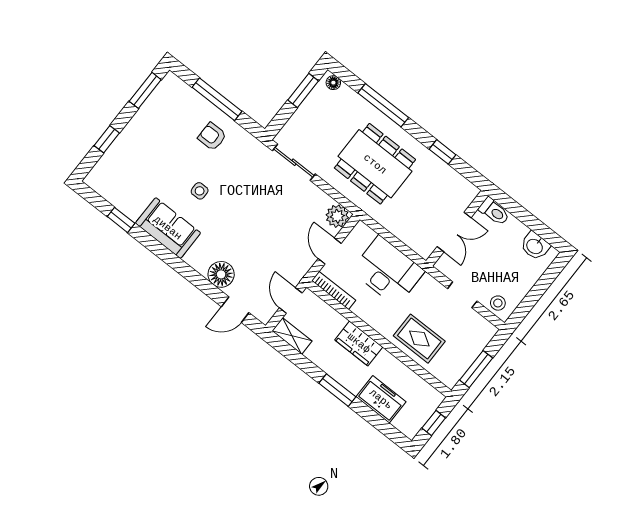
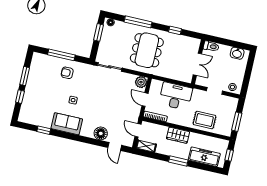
window: (145, 90) -> (25, 76), moved
dining table: (375, 164) -> (147, 50), turned 90
door: (235, 310) -> (115, 146), hinge flipped
freezer: (381, 399) -> (204, 157), width x1.40

